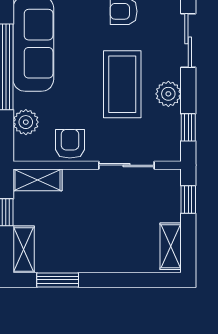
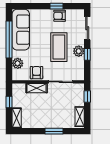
window: (188, 127) -> (87, 54), moved
shelving: (38, 180) -> (37, 88), moved
window: (58, 280) -> (54, 131), moved

